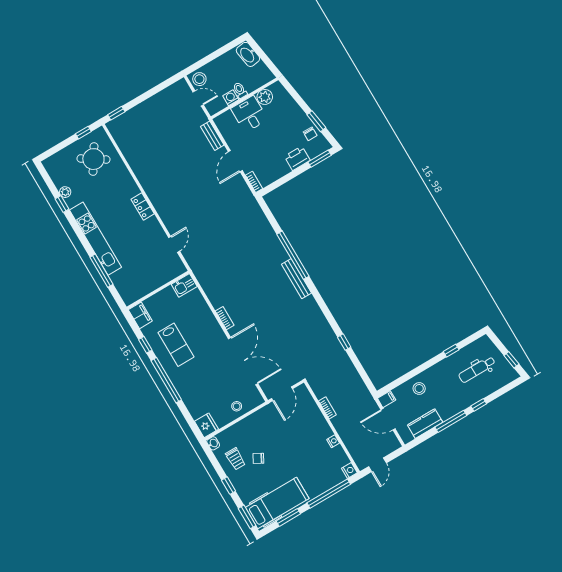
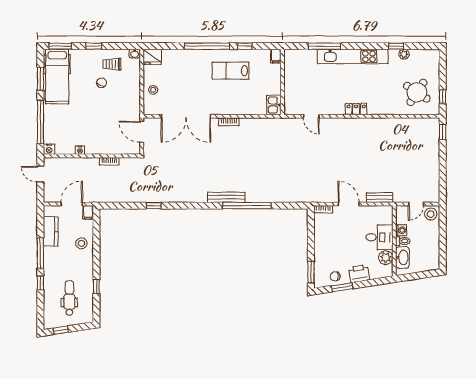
washbasin: (248, 54) -> (402, 257), moved, turned 99
printer: (297, 158) -> (359, 274), moved, turned -99
filing cabinet: (140, 315) -> (276, 56), width x0.50

